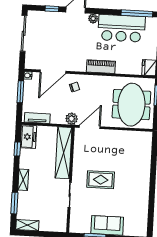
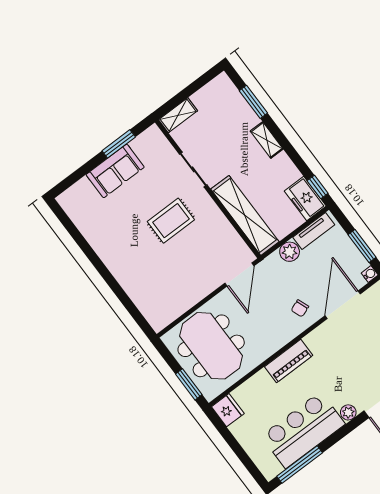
plant: (72, 119) -> (290, 252), moved
window: (17, 149) -> (318, 187), moved
shelving: (27, 225) -> (178, 115), moved

